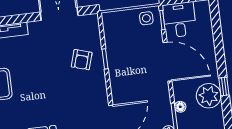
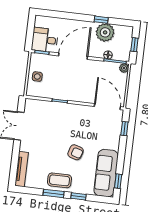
side table: (146, 18) -> (37, 77), moved
armchair: (82, 60) -> (76, 152), moved

